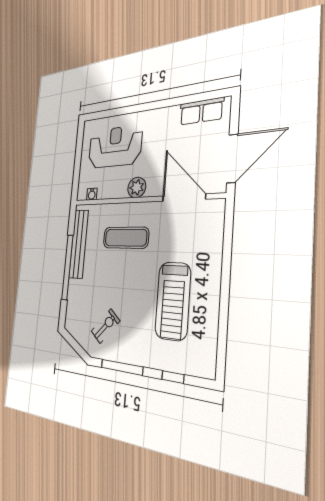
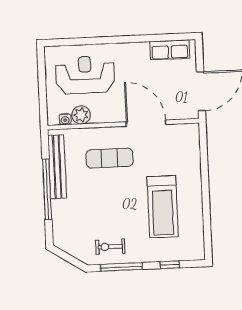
plant: (137, 187) -> (81, 115), moved
door: (184, 198) -> (146, 123), moved
exercise bike: (105, 326) -> (110, 247), moved, turned -132

